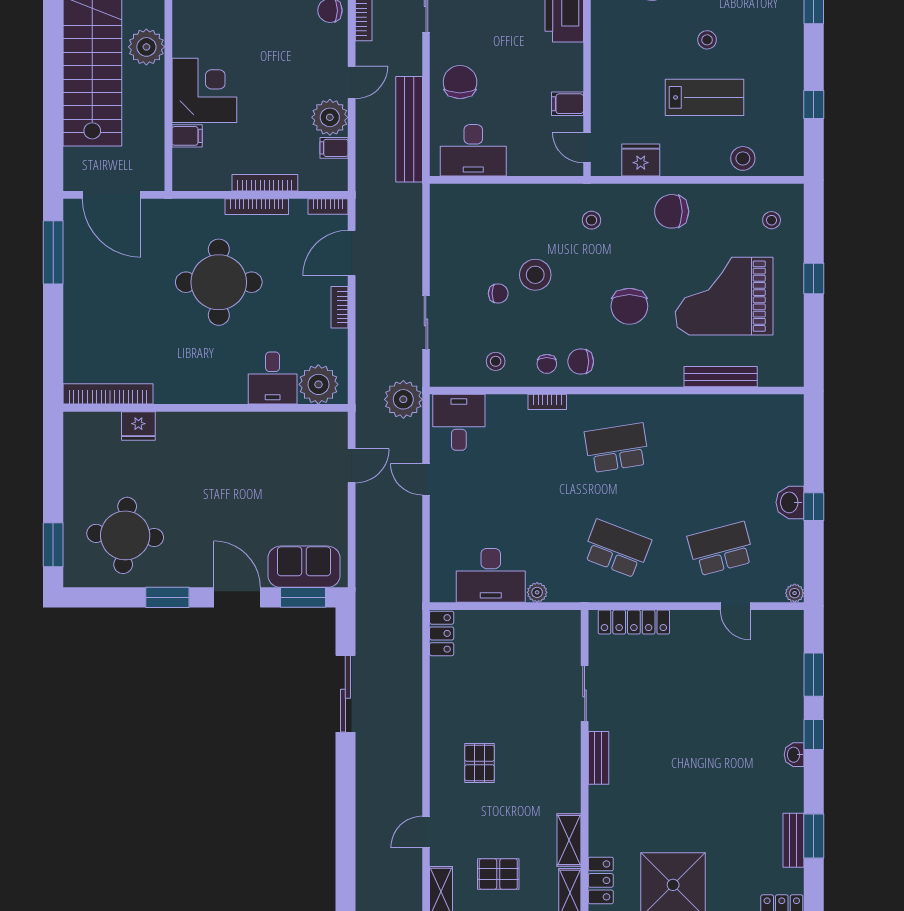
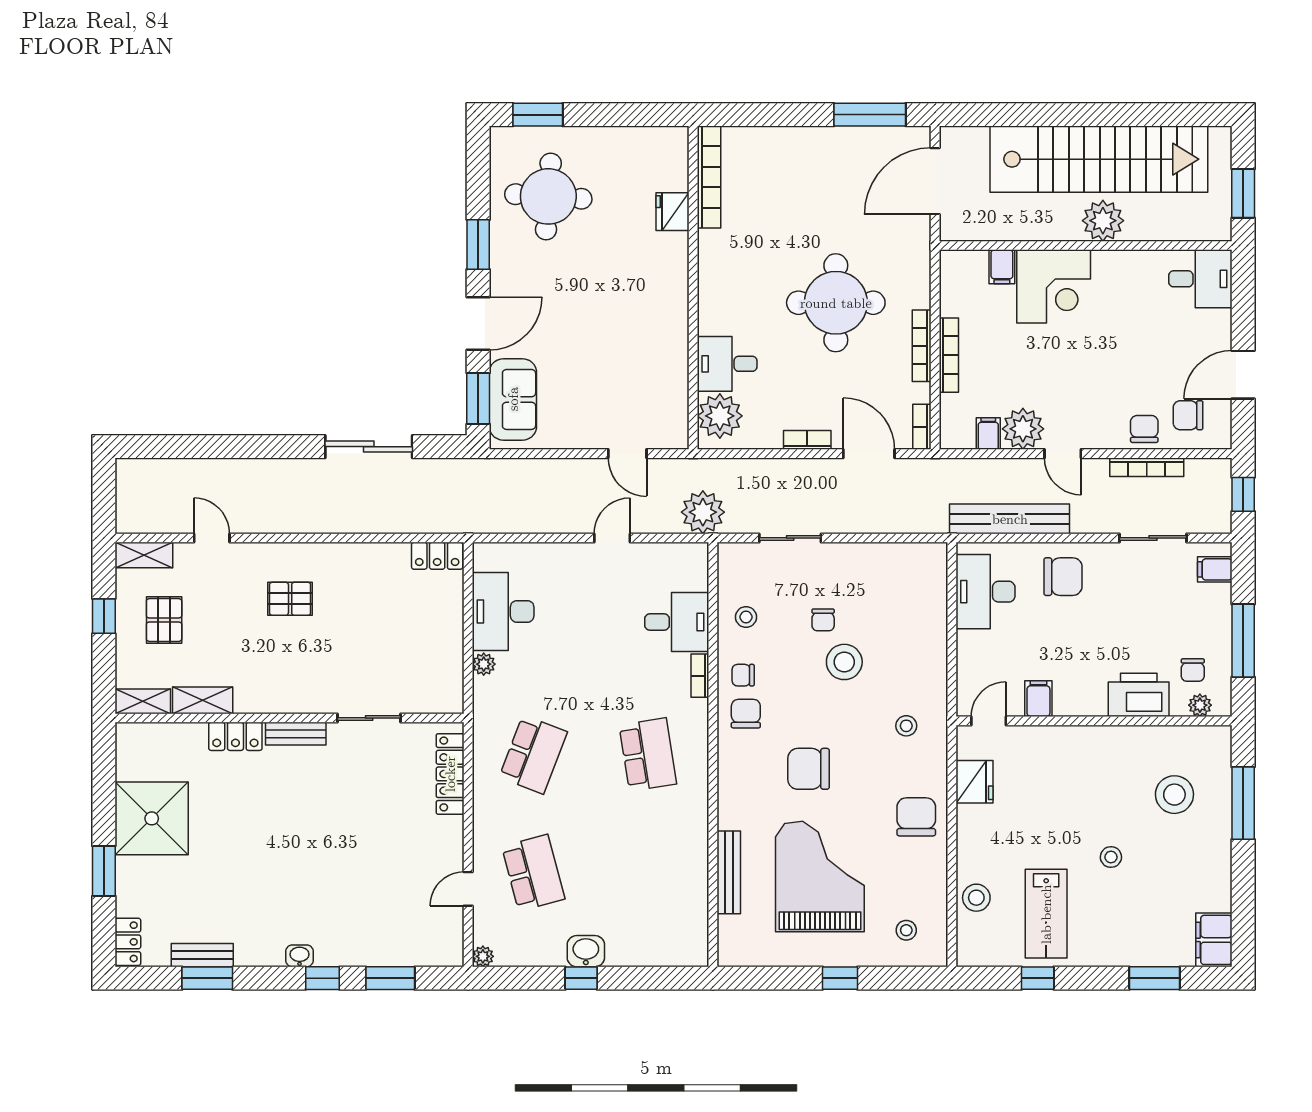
lab bench: (705, 97) -> (1046, 914), moved
desk: (459, 422) -> (677, 622), moved
locker: (601, 880) -> (235, 736), moved

